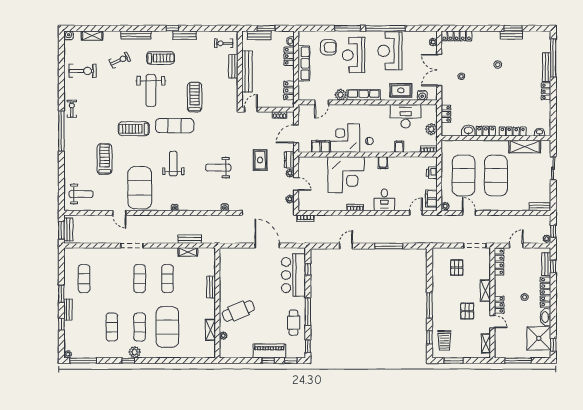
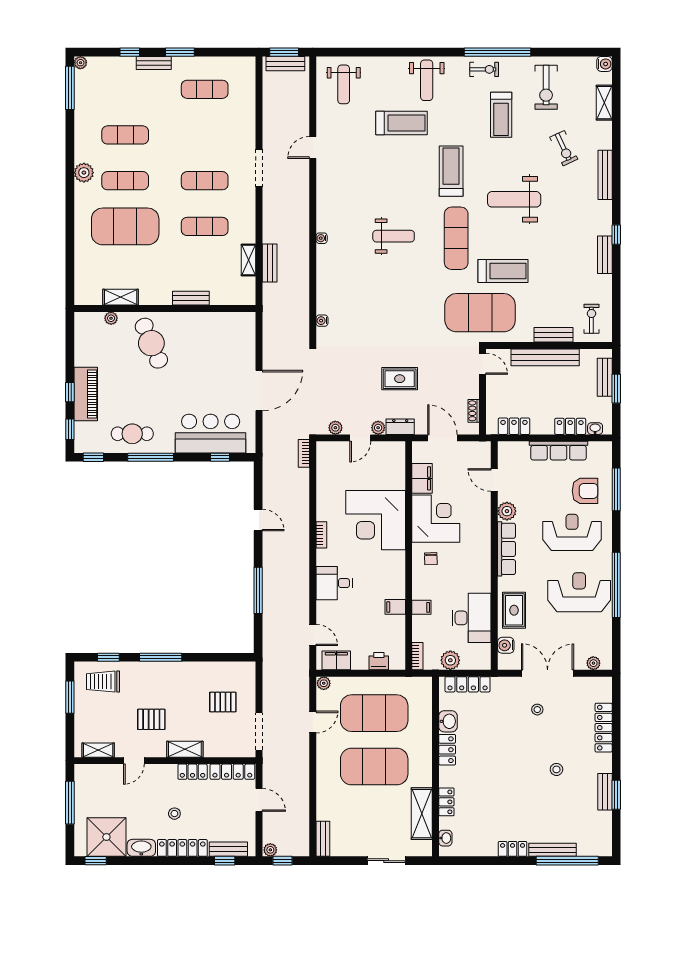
window: (348, 28) -> (616, 489), moved
locker: (457, 36) -> (604, 728), moved
armchair: (328, 47) -> (585, 491), turned -90
treadmill: (160, 58) -> (501, 115), moved
locker: (446, 114) -> (468, 684), width x1.53
window: (61, 131) -> (497, 52), moved
locker: (513, 132) -> (446, 802), width x0.66
filing cabinet: (383, 163) -> (395, 607), moved
weight bench: (218, 168) -> (427, 80), moved, turned 180
exercise mat: (140, 188) -> (480, 313), moved
locker: (499, 305) -> (193, 772), moved
window: (128, 361) -> (70, 162), removed

